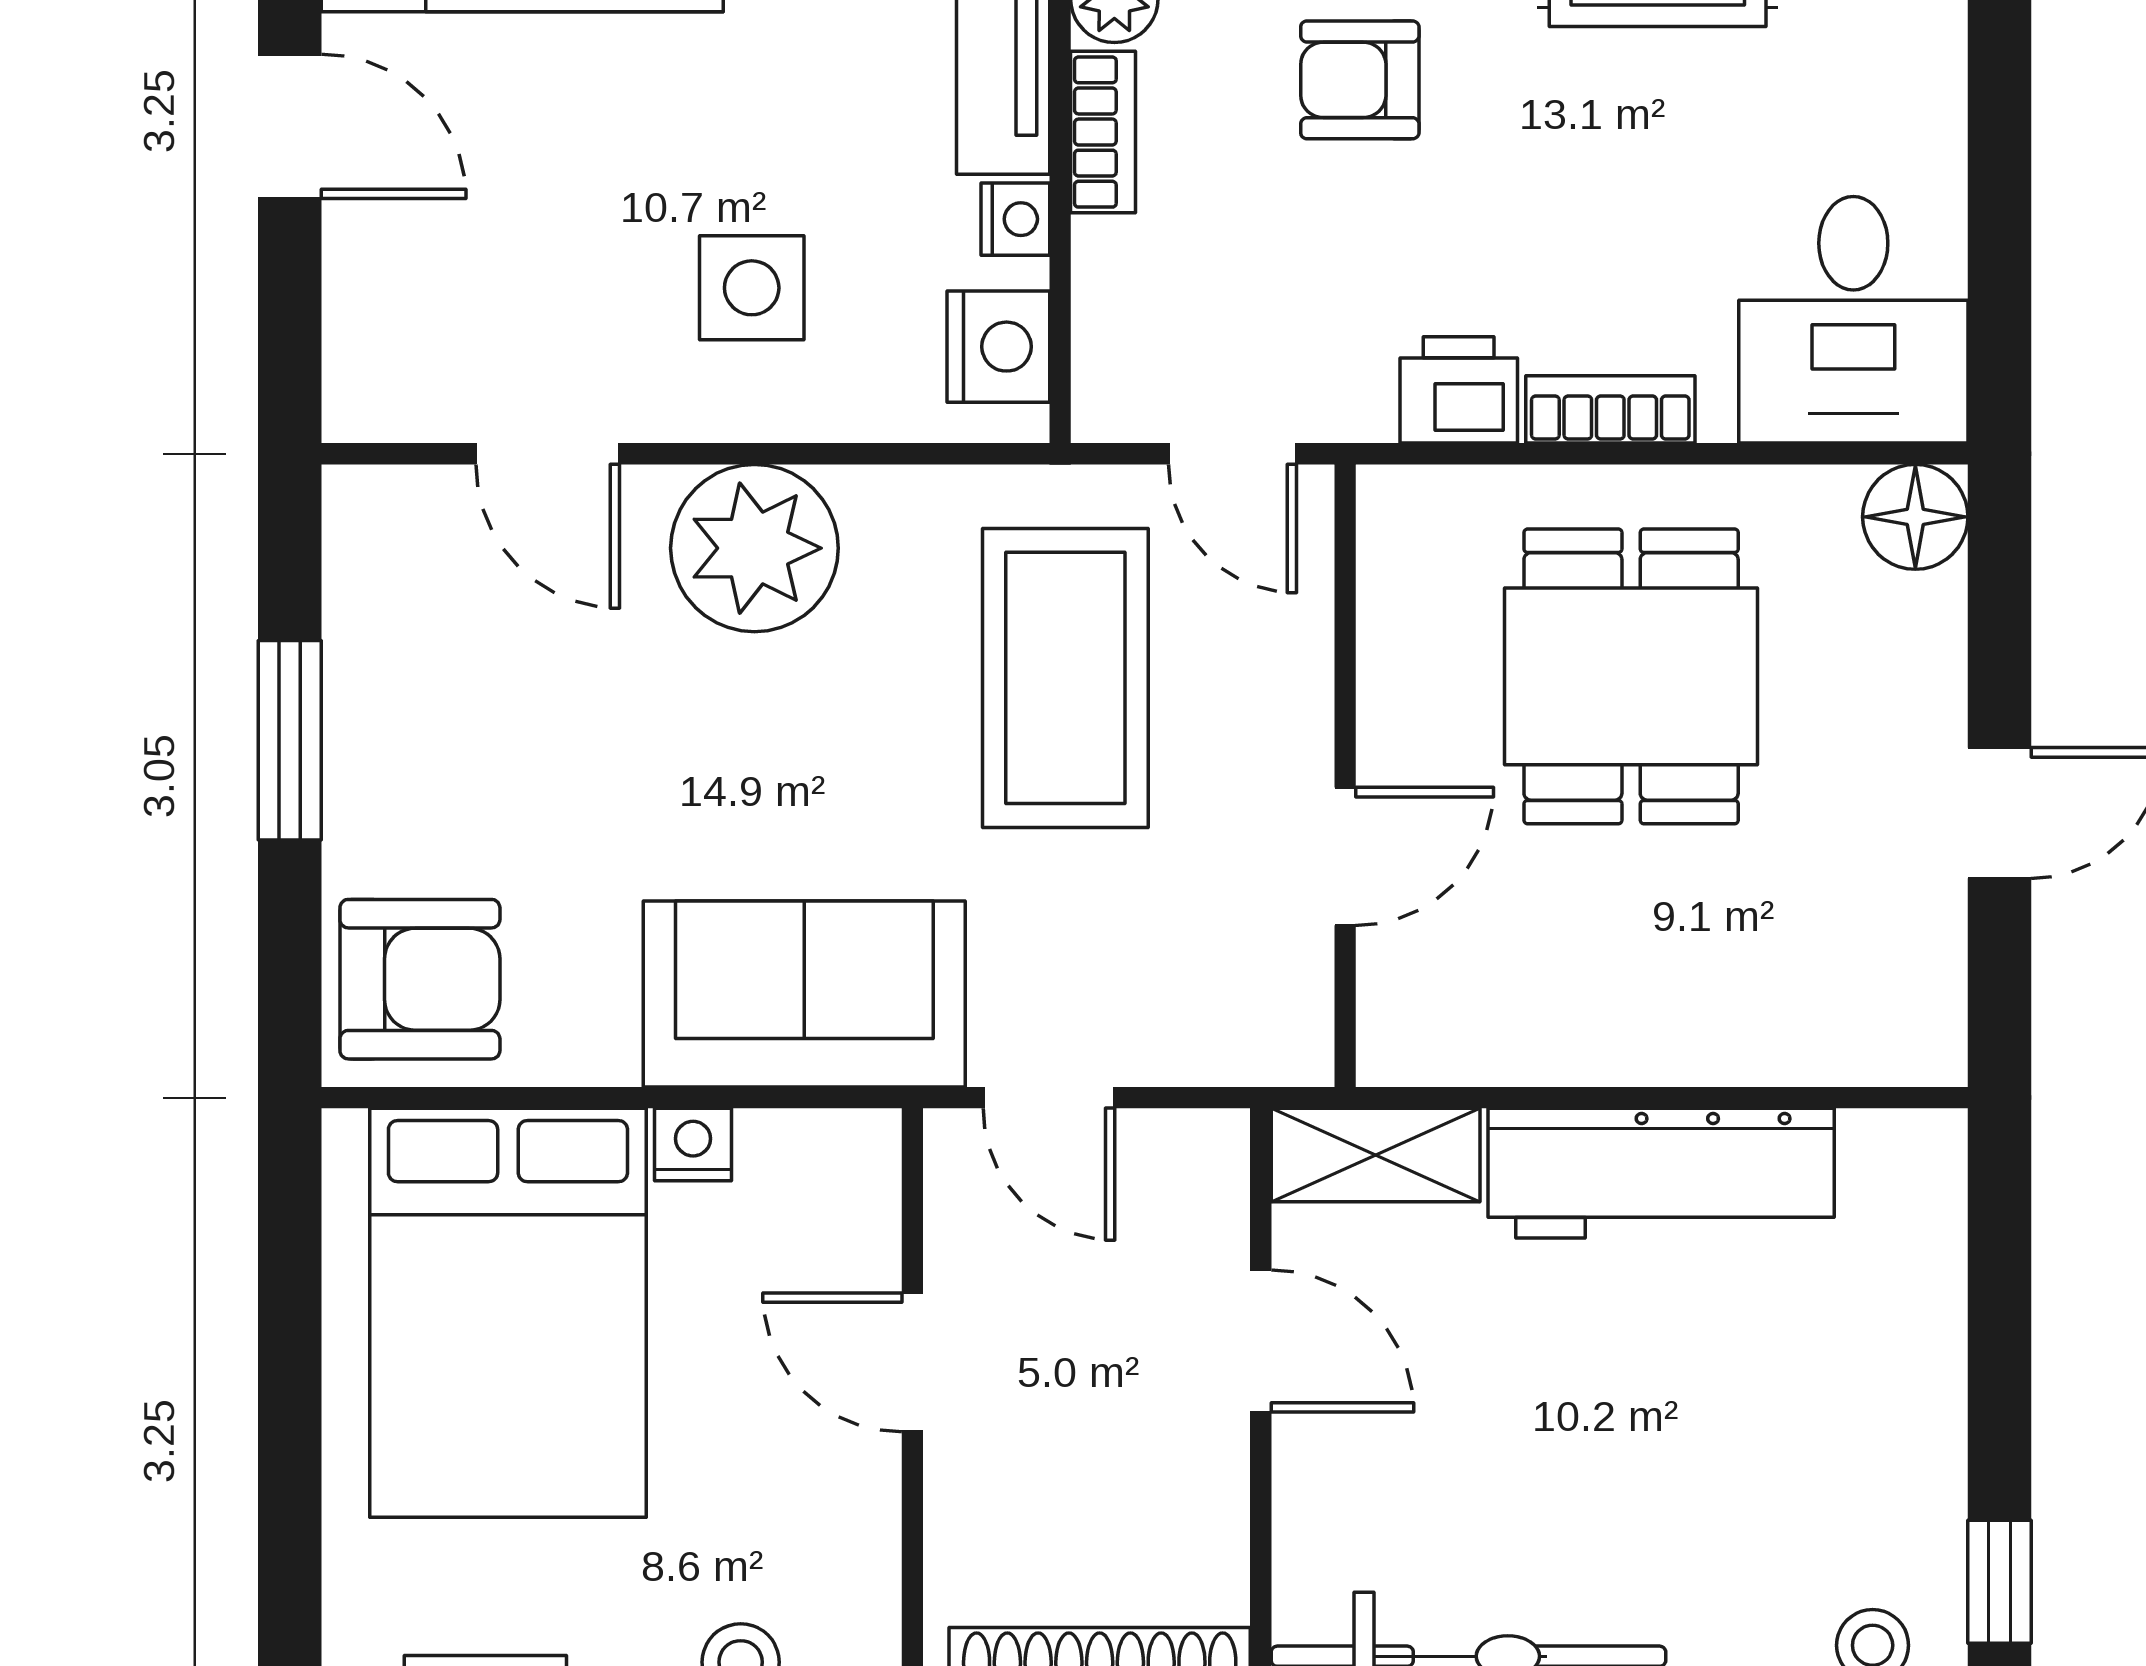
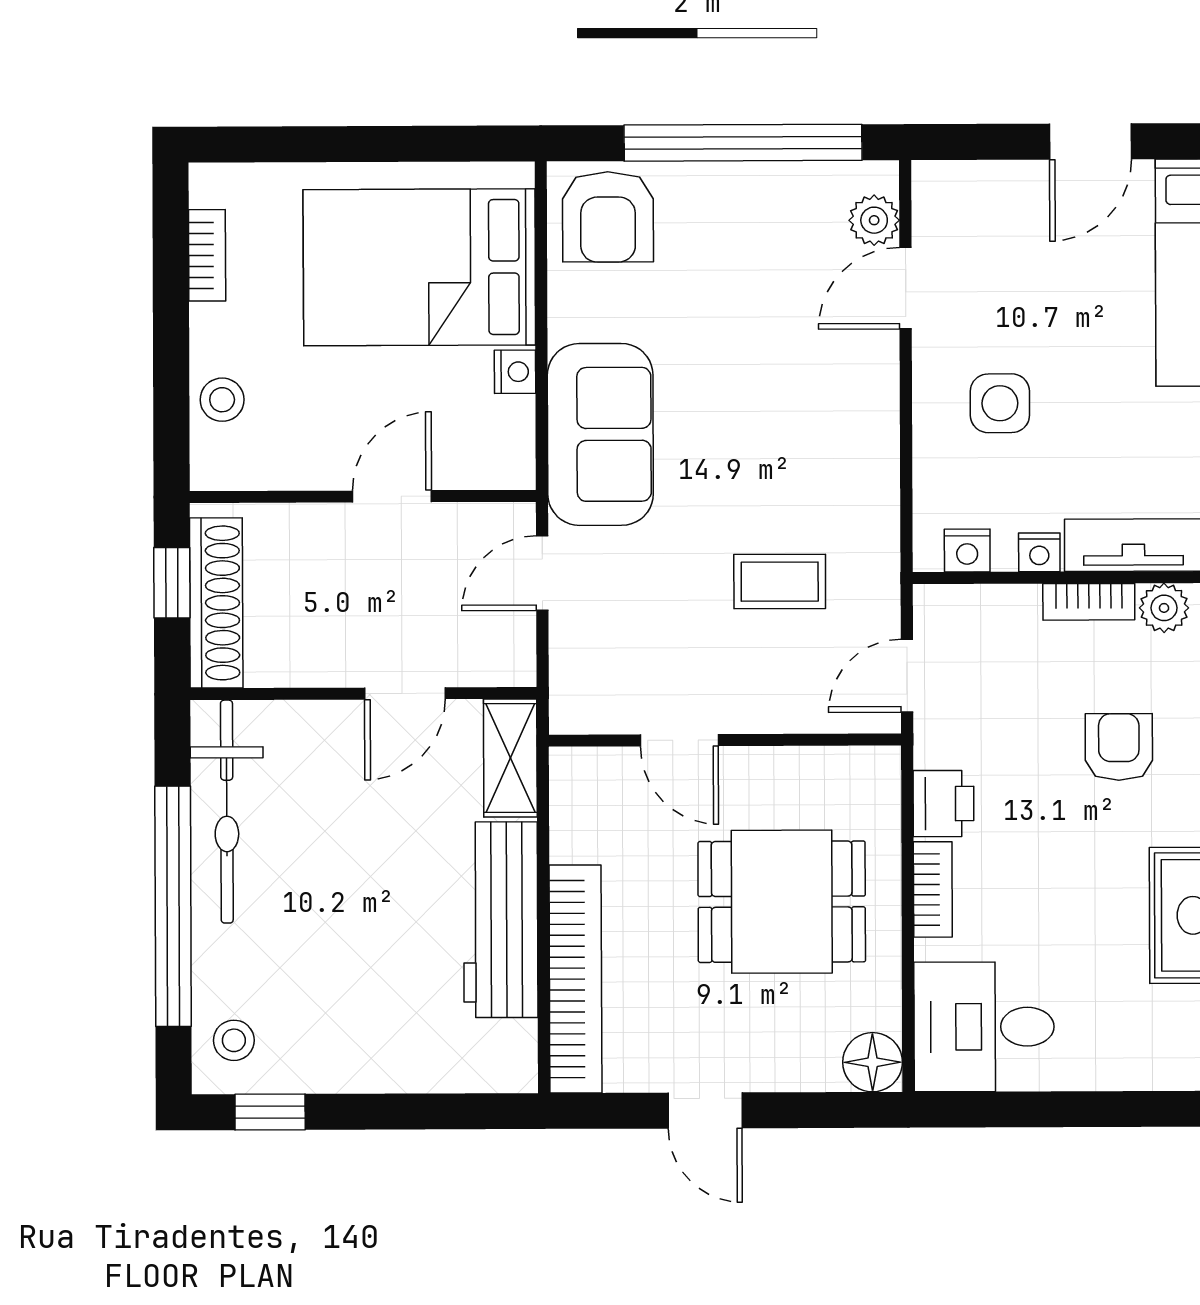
nightstand: (998, 347) -> (967, 551), width x0.72, depth x0.74
plant: (754, 548) -> (874, 220), moved, width x0.53, depth x0.53
coffee table: (1065, 678) -> (780, 582), width x0.54, depth x0.58
window: (290, 740) -> (743, 143), width x2.11
bookcase: (1766, 1041) -> (575, 979), added

